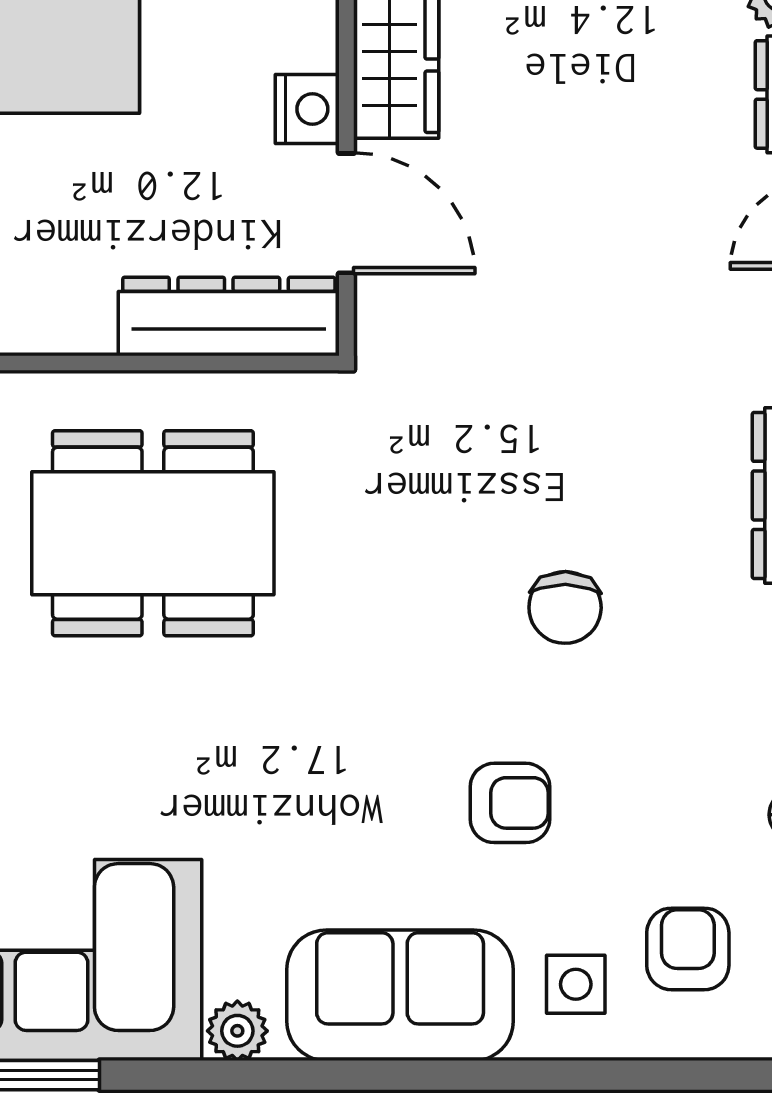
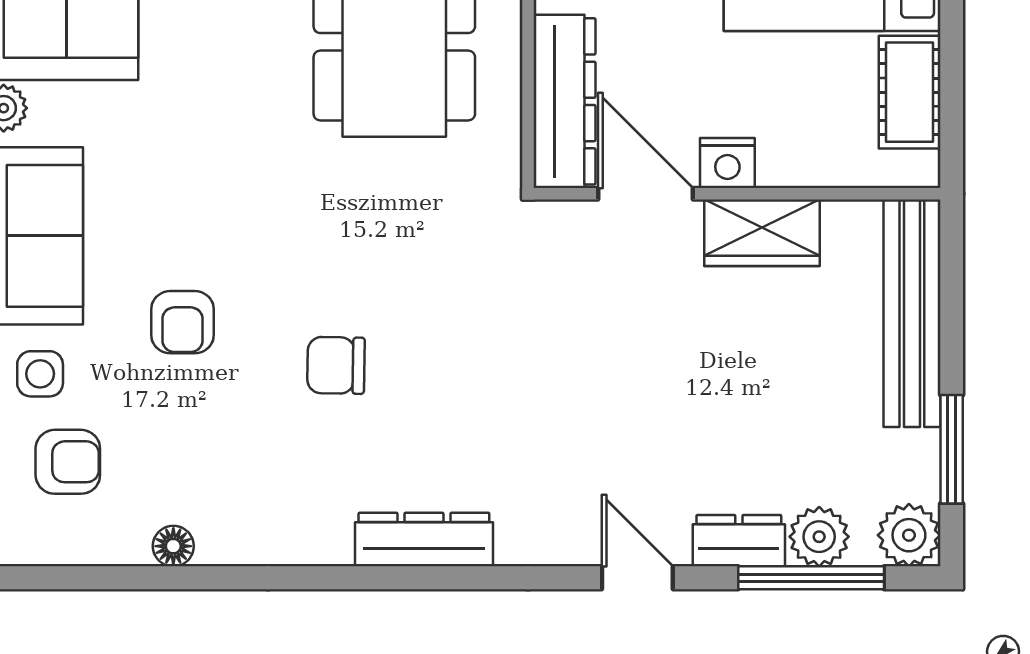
door: (346, 213) -> (645, 194), swing flipped

